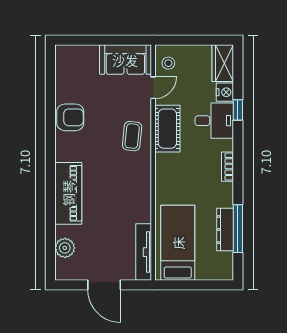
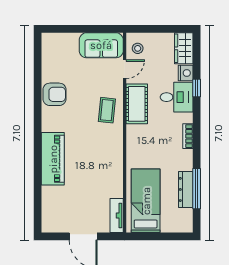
plant: (65, 248) -> (50, 205), removed
tv unit: (144, 252) -> (117, 215), width x0.71

